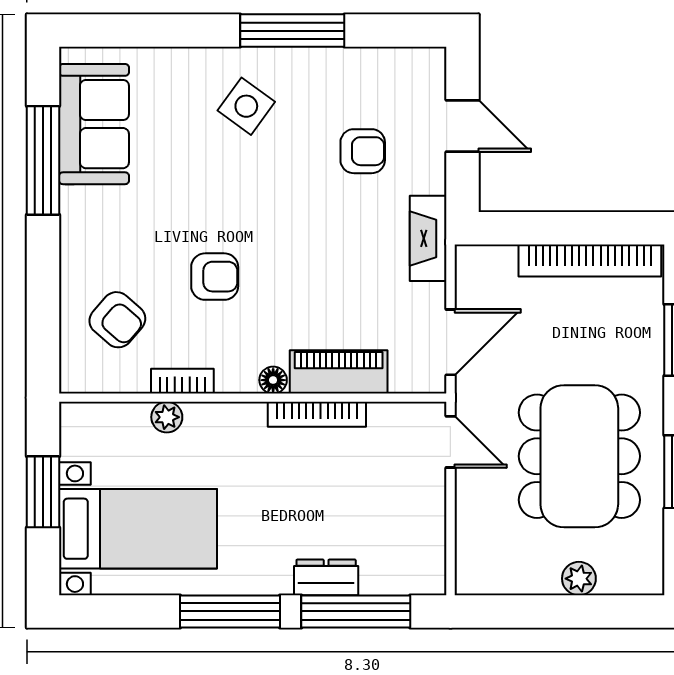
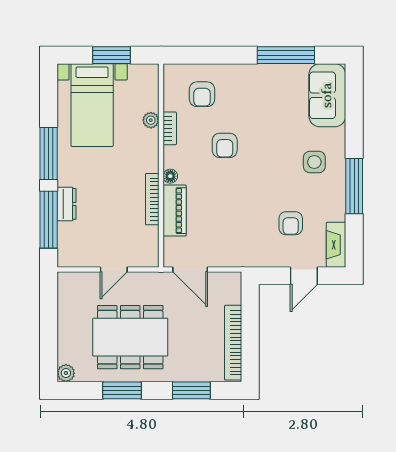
side table: (246, 106) -> (314, 162), turned -36
sofa: (94, 124) -> (327, 95), moved, turned 90
fireplace: (428, 238) -> (336, 245), moved, turned -90
armchair: (117, 320) -> (202, 94), turned -41
door: (450, 442) -> (114, 269), moved
plant: (579, 579) -> (66, 373), moved

